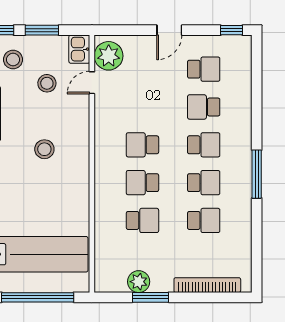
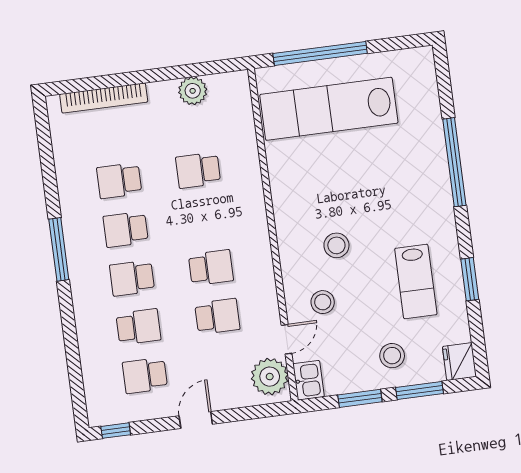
stool: (47, 83) -> (323, 302), moved
school desk: (142, 183) -> (217, 316), moved
window: (150, 297) -> (175, 73), removed

